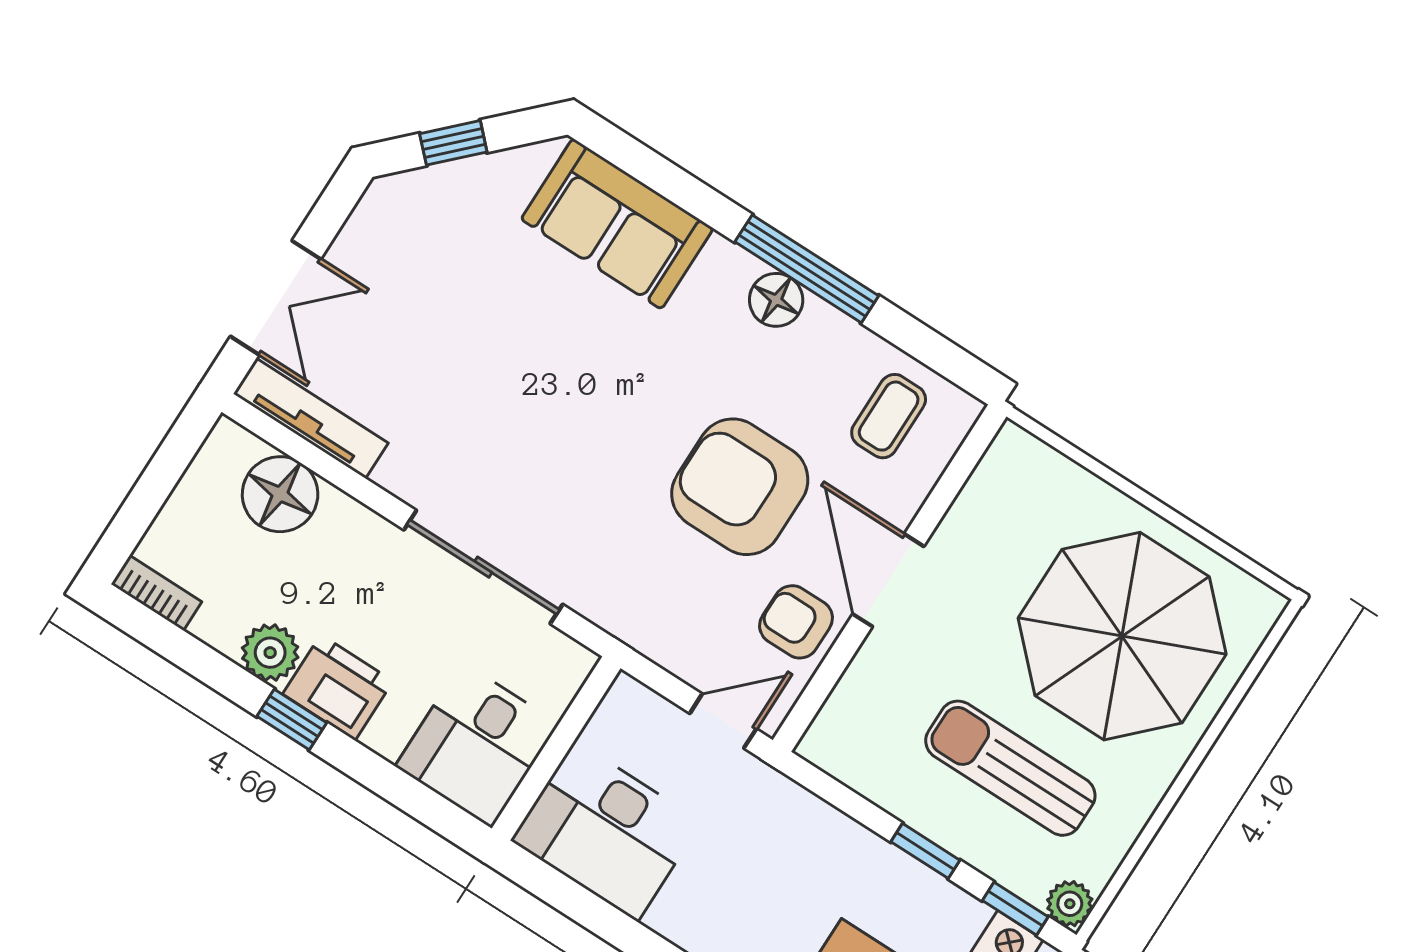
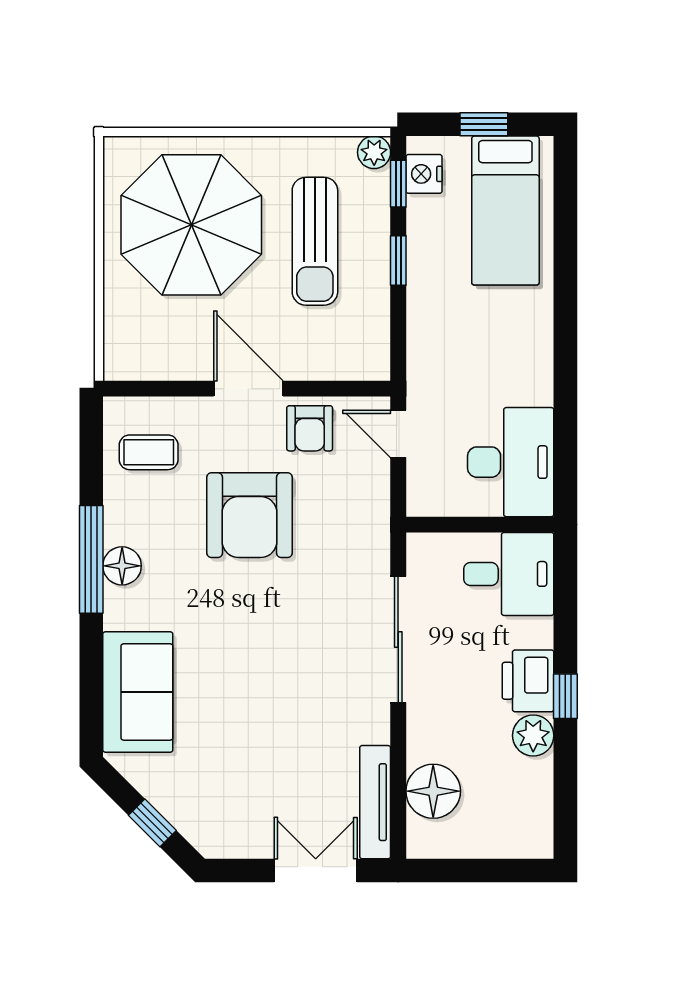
door: (888, 580) -> (248, 389), swing flipped
bookcase: (156, 593) -> (541, 828), removed

